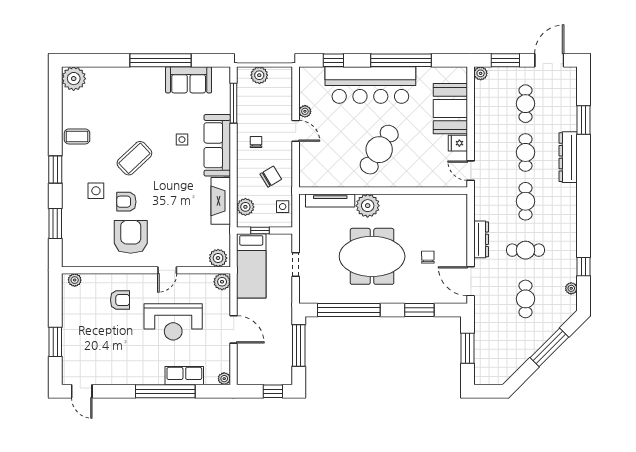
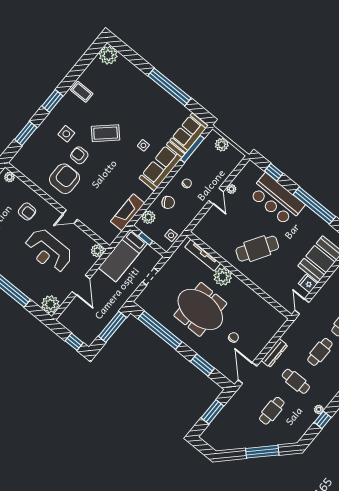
sofa: (189, 80) -> (189, 133), moved, turned 90
bar counter: (370, 85) -> (277, 199), width x0.73
chair: (271, 177) -> (168, 202), moved
fireplace: (221, 201) -> (128, 212), moved
plant: (218, 258) -> (107, 234), removed
plant: (571, 288) -> (319, 409), moved
row of seats: (184, 376) -> (28, 289), removed
plant: (224, 379) -> (50, 304), width x1.88, depth x1.88

